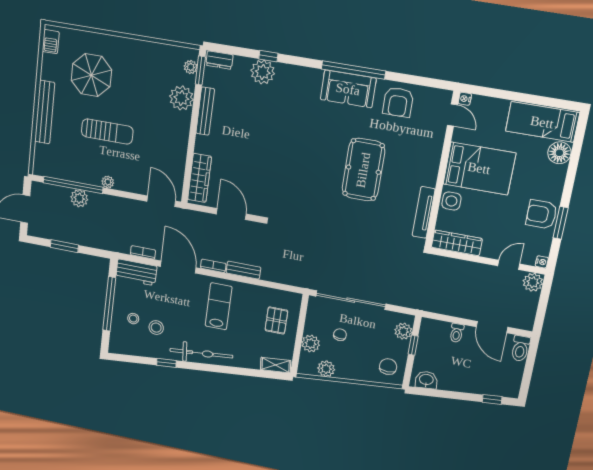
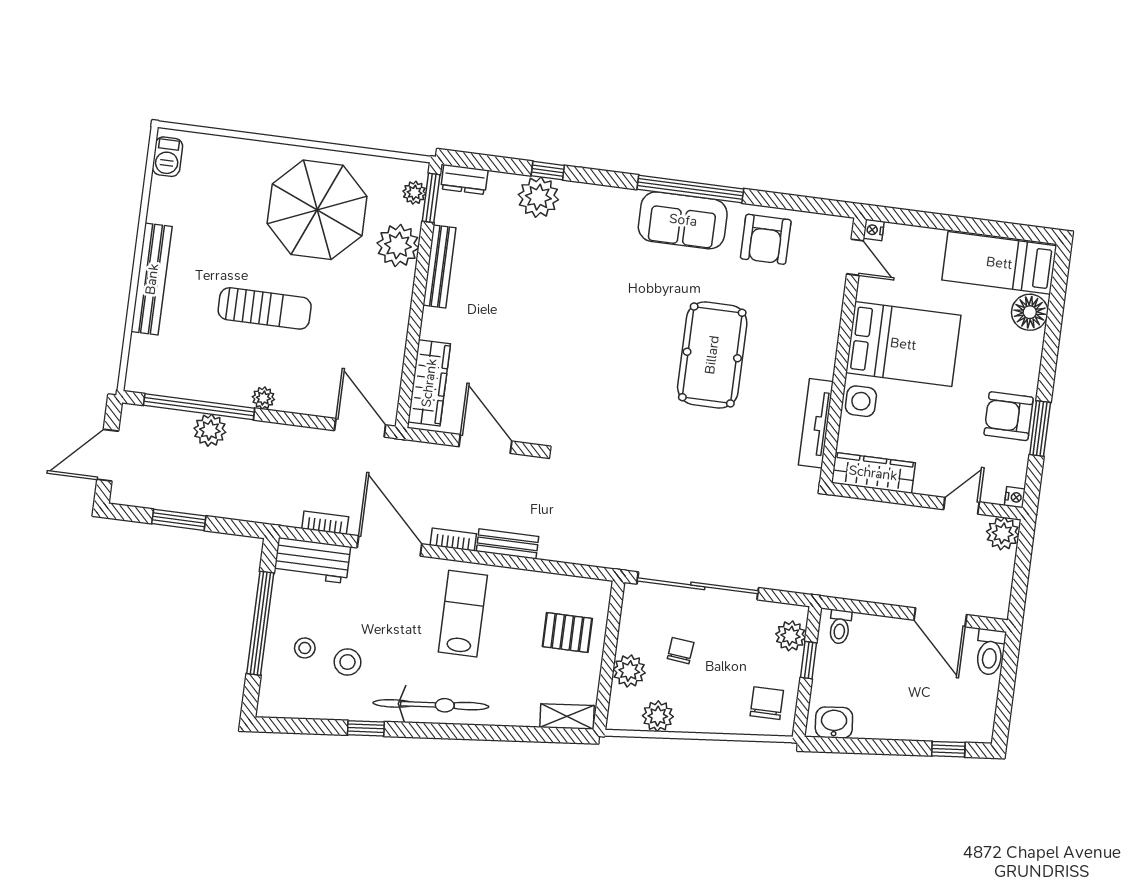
parasol: (91, 75) -> (317, 210), moved, width x1.36, depth x1.36
pallet: (276, 320) -> (567, 633), turned 90
toilet: (457, 333) -> (840, 627), moved

